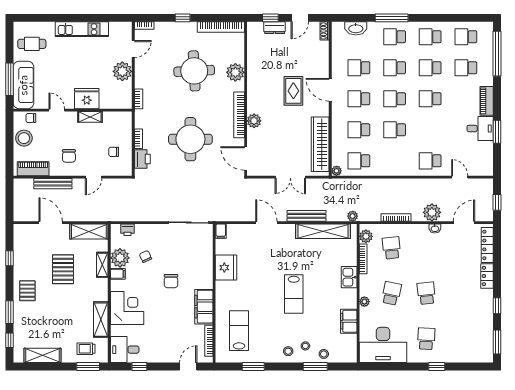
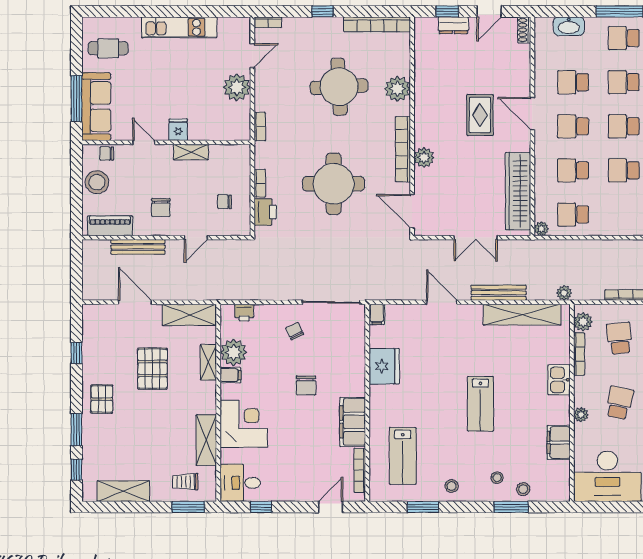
fridge: (87, 99) -> (178, 130), width x0.53, depth x0.75
chair: (145, 257) -> (295, 331), moved
lab bench: (239, 331) -> (403, 456), turned 180
stool: (288, 351) -> (452, 486), moved

